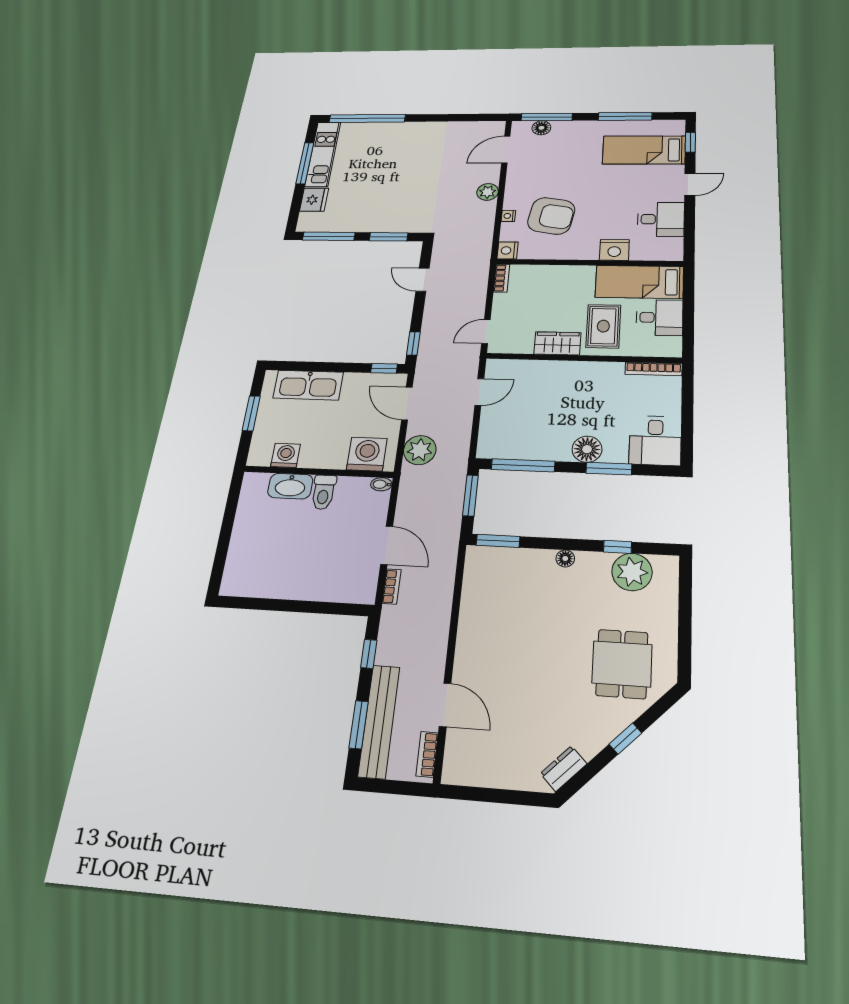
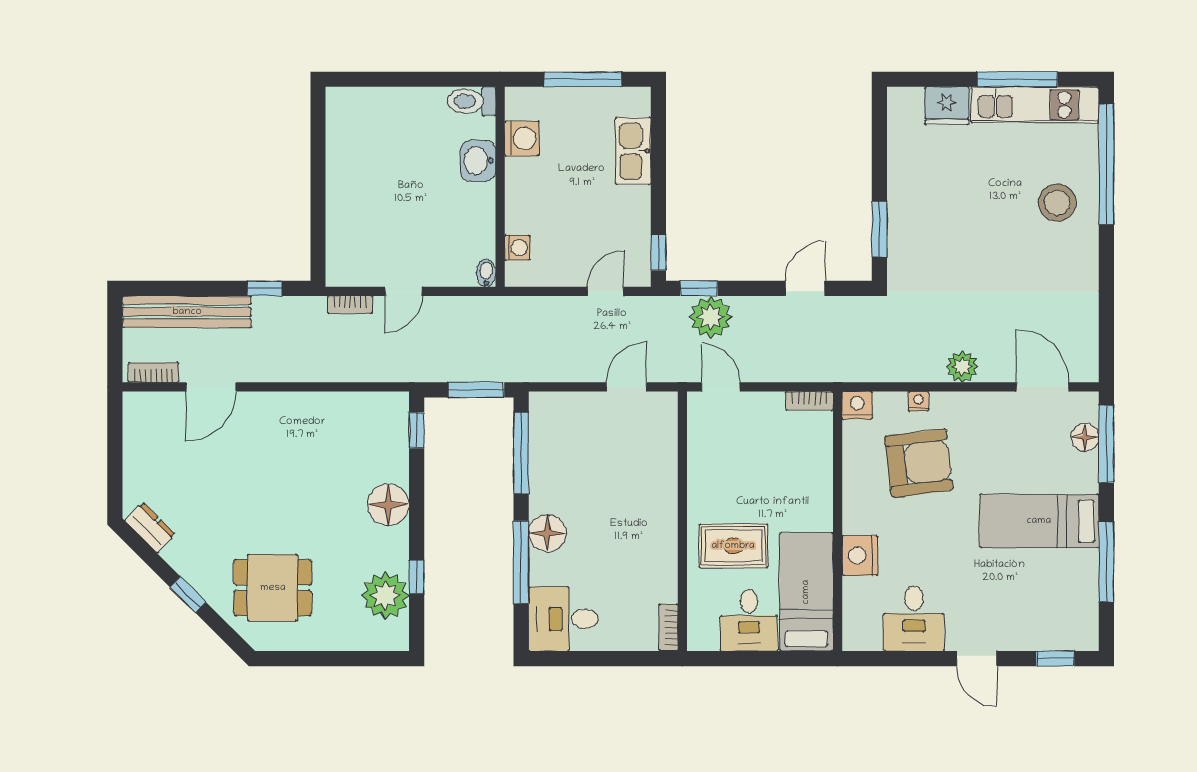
stool: (387, 143) -> (1057, 203), added
bed: (644, 150) -> (1039, 521), moved, turned -90
armchair: (551, 216) -> (919, 463), turned -107
window: (329, 236) -> (879, 139), removed
wardrobe: (557, 343) -> (705, 486), removed
bookcase: (654, 369) -> (668, 628), width x0.64
kitchen sink: (308, 385) -> (633, 151), width x0.73, depth x0.81
door: (479, 392) -> (626, 387), swing flipped
door: (407, 403) -> (605, 291), width x0.73
window: (251, 413) -> (583, 79), width x1.44
plant: (420, 450) -> (711, 317), moved
washing machine: (367, 454) -> (517, 248), width x0.53, depth x0.53
window: (609, 469) -> (521, 562), width x1.44
washbasin: (290, 486) -> (478, 161), width x0.72
toilet: (324, 492) -> (472, 101), moved
window: (498, 541) -> (417, 430), width x0.67
door: (387, 545) -> (403, 291), width x0.73
floor lamp: (565, 558) -> (388, 505), width x1.89, depth x1.89
window: (359, 725) -> (181, 288), removed

